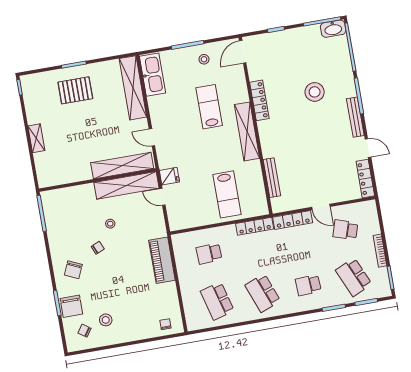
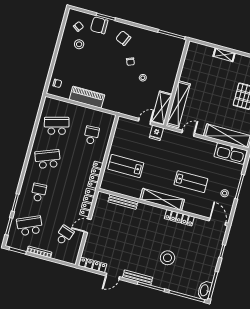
shelving: (126, 185) -> (162, 108), width x0.68
piano: (162, 260) -> (87, 97), moved

